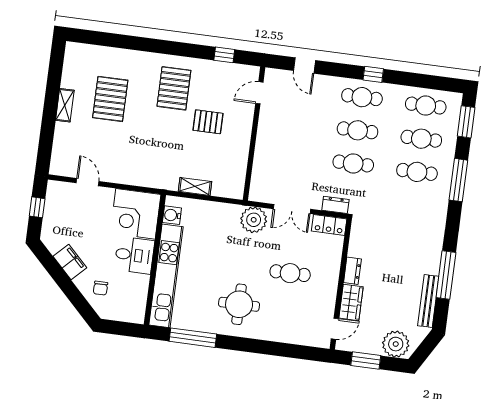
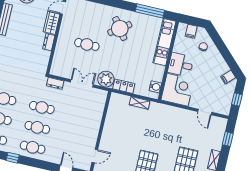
window: (373, 74) -> (13, 158), moved
pallet: (208, 122) -> (128, 141), removed
window: (46, 142) -> (228, 139), added
locker: (329, 225) -> (124, 86), moved
filing cabinet: (70, 262) -> (228, 77), moved, width x0.50
kitchen unit: (166, 276) -> (164, 42), width x0.73
round table: (239, 304) -> (120, 29), turned -36
filing cabinet: (122, 311) -> (191, 31), added

